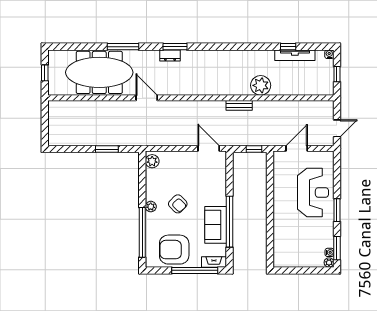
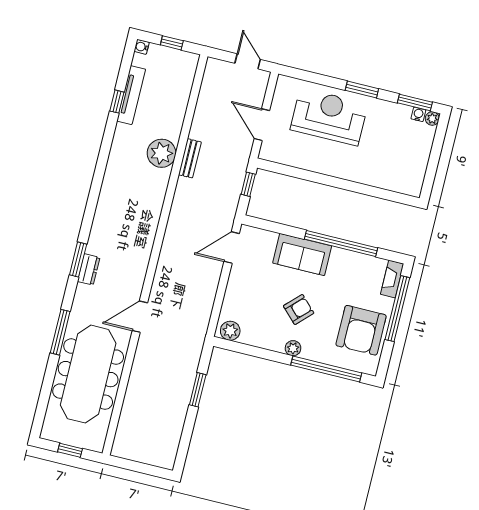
bench: (239, 105) -> (190, 158), moved
sofa: (216, 225) -> (302, 254), moved

